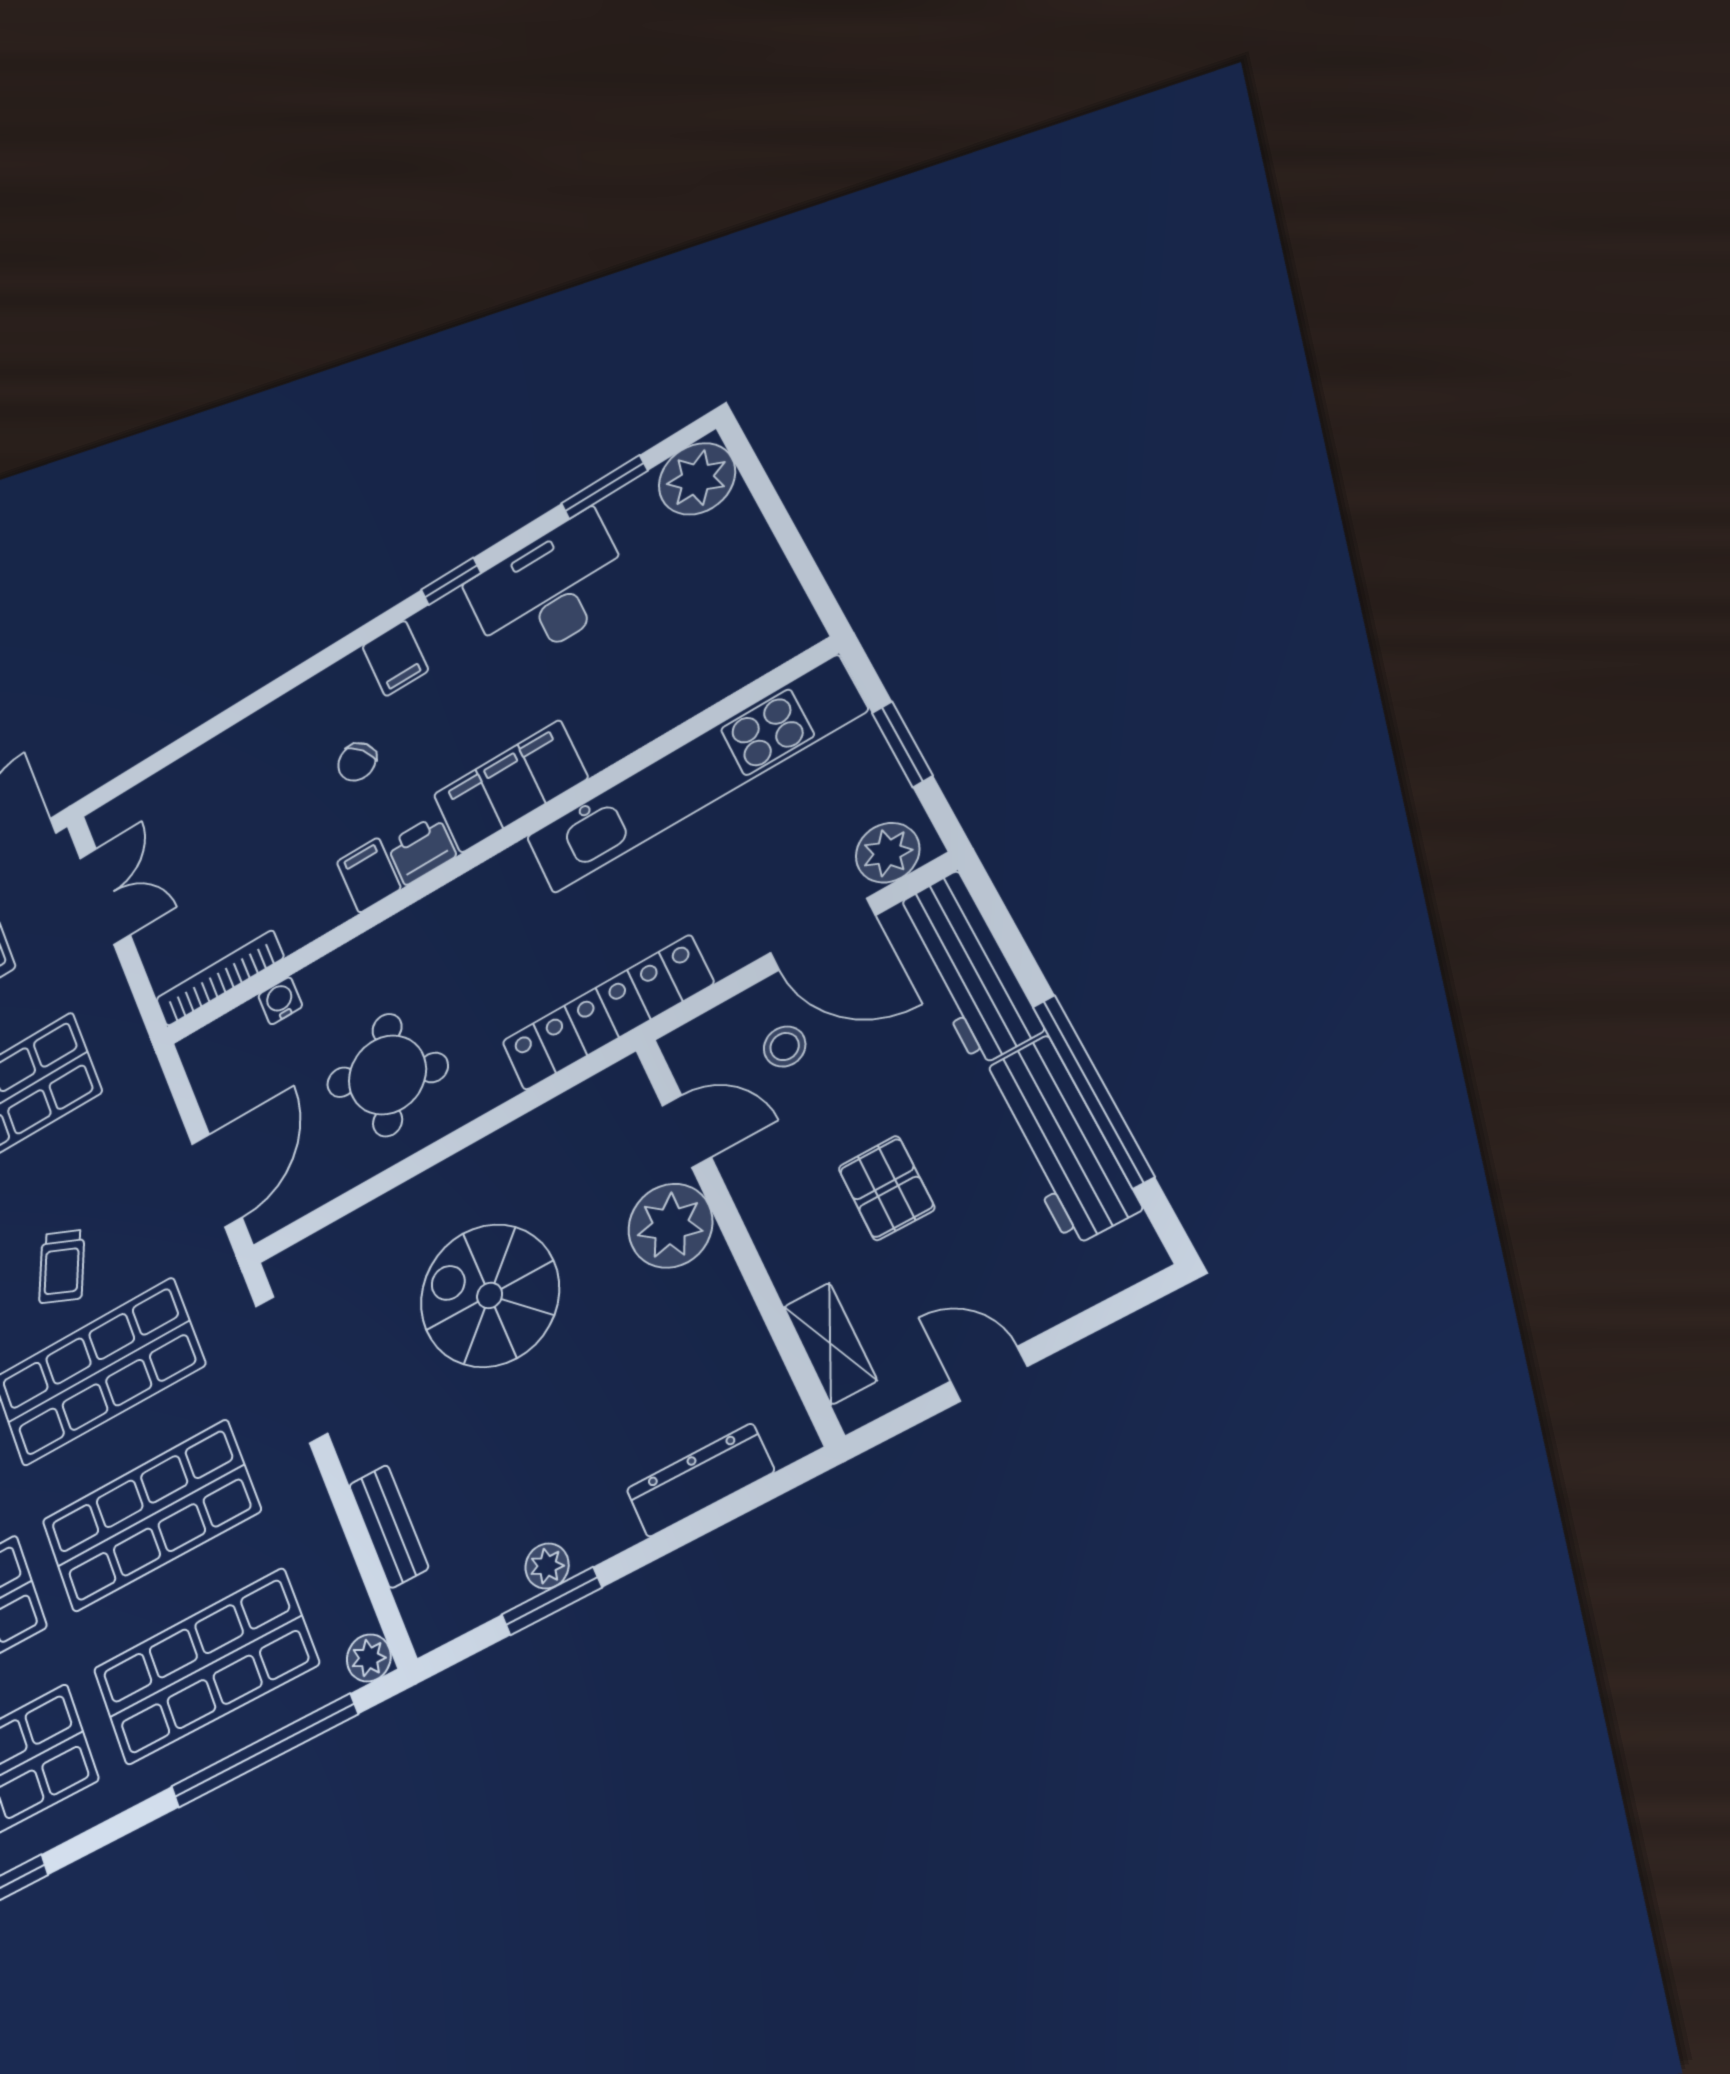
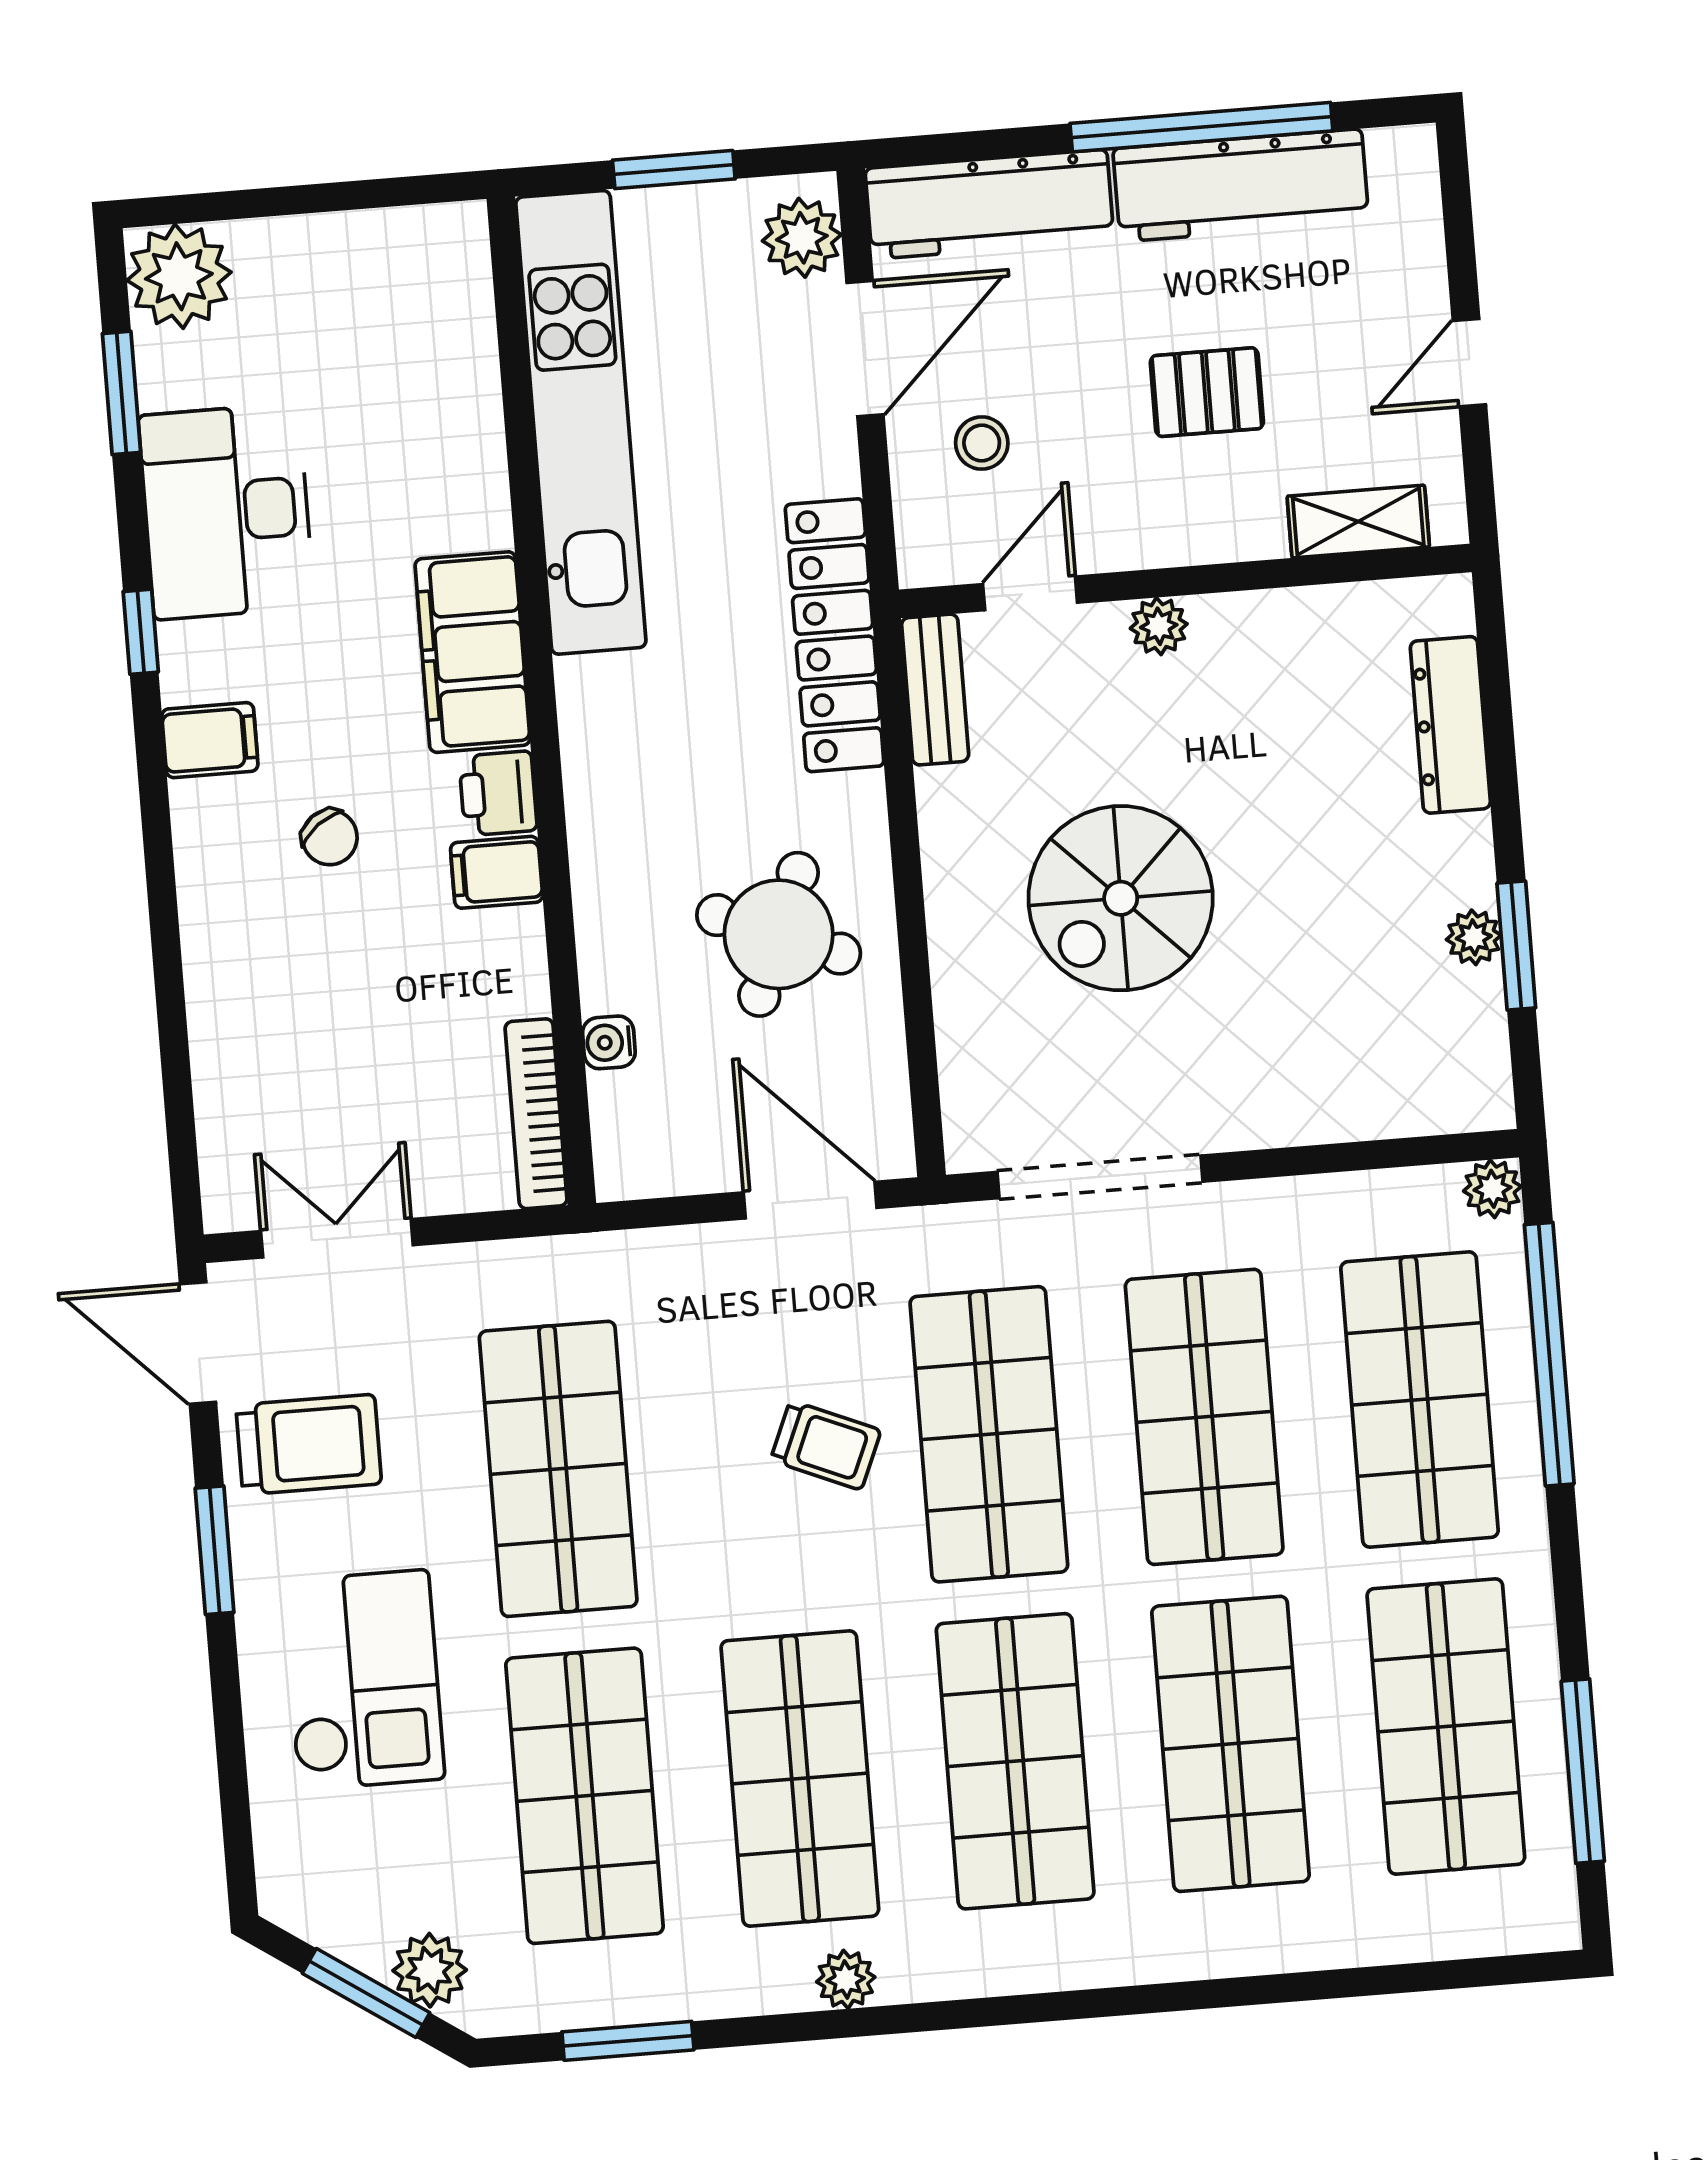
plant: (670, 1226) -> (1159, 626), width x0.53, depth x0.53
bench: (389, 1526) -> (935, 690), moved, turned 90

